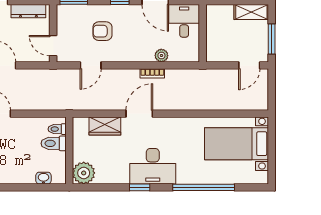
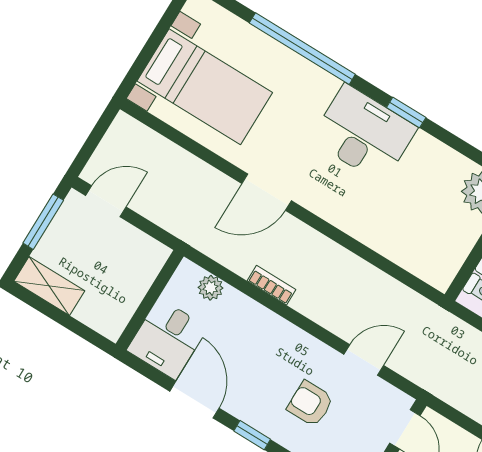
armchair: (102, 31) -> (310, 404), turned 180
plant: (161, 56) -> (211, 288), moved
door: (139, 114) -> (267, 192), moved
wardrobe: (105, 126) -> (401, 247), removed

